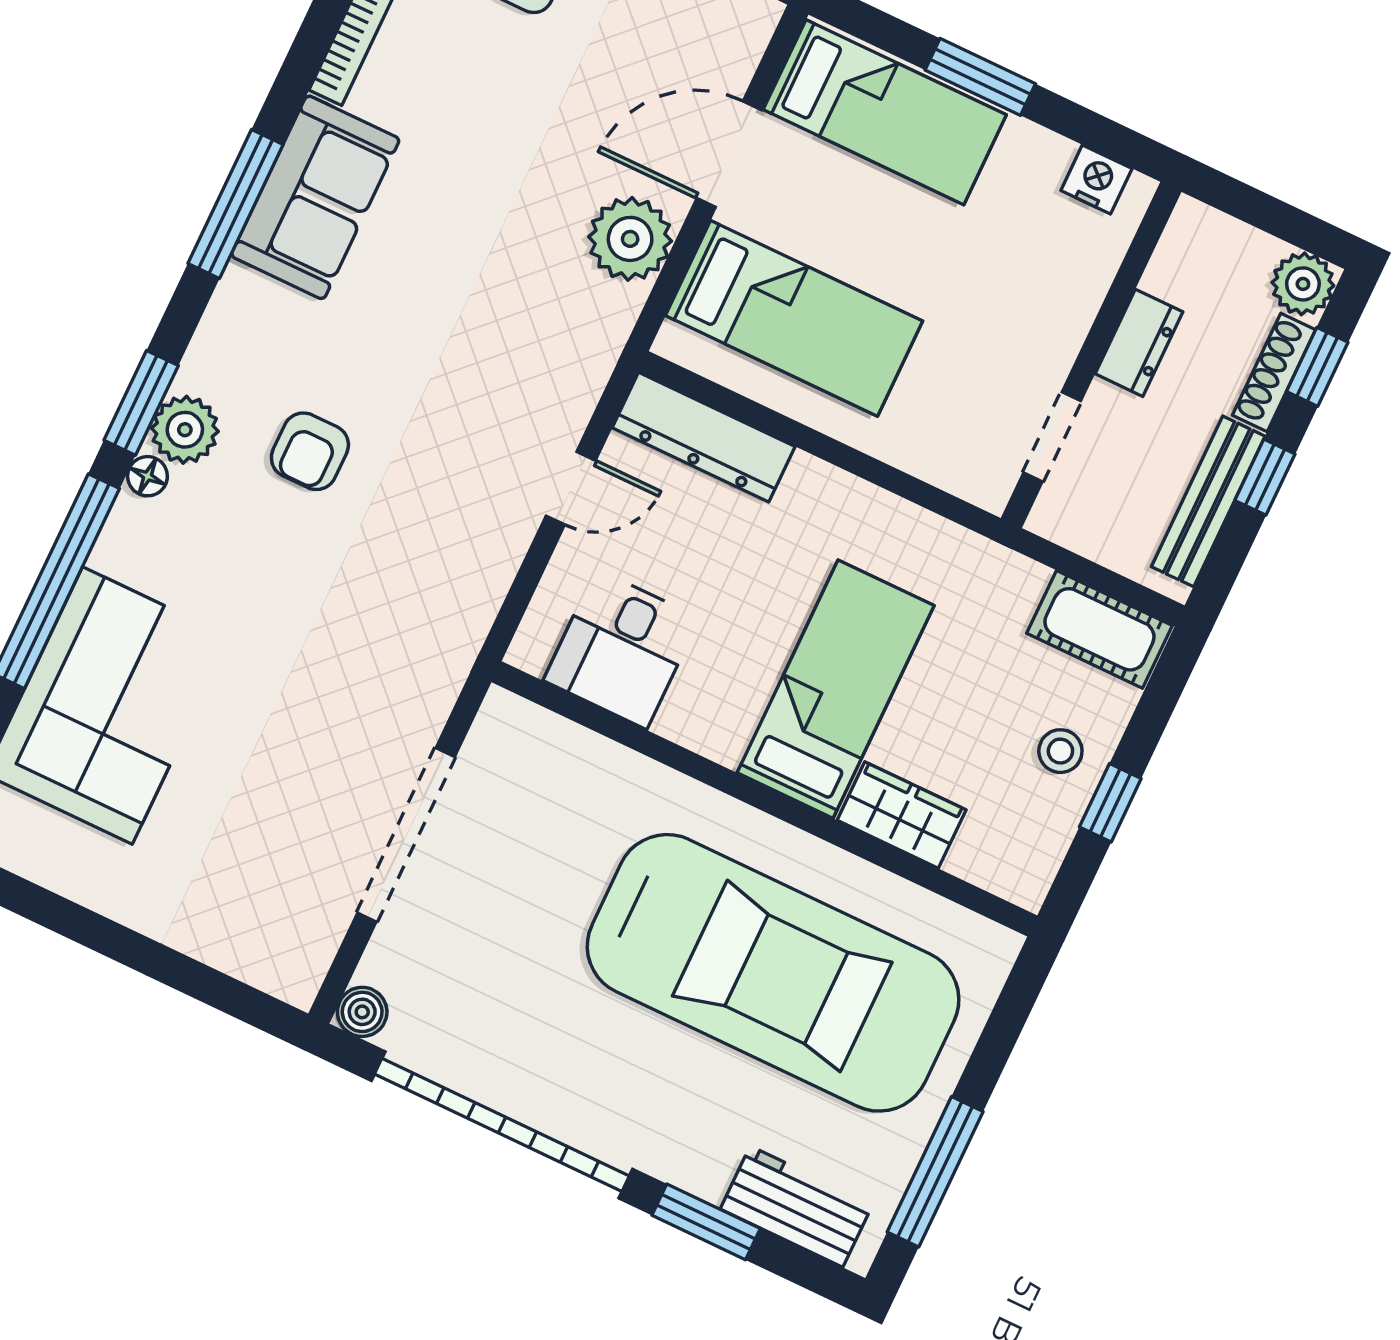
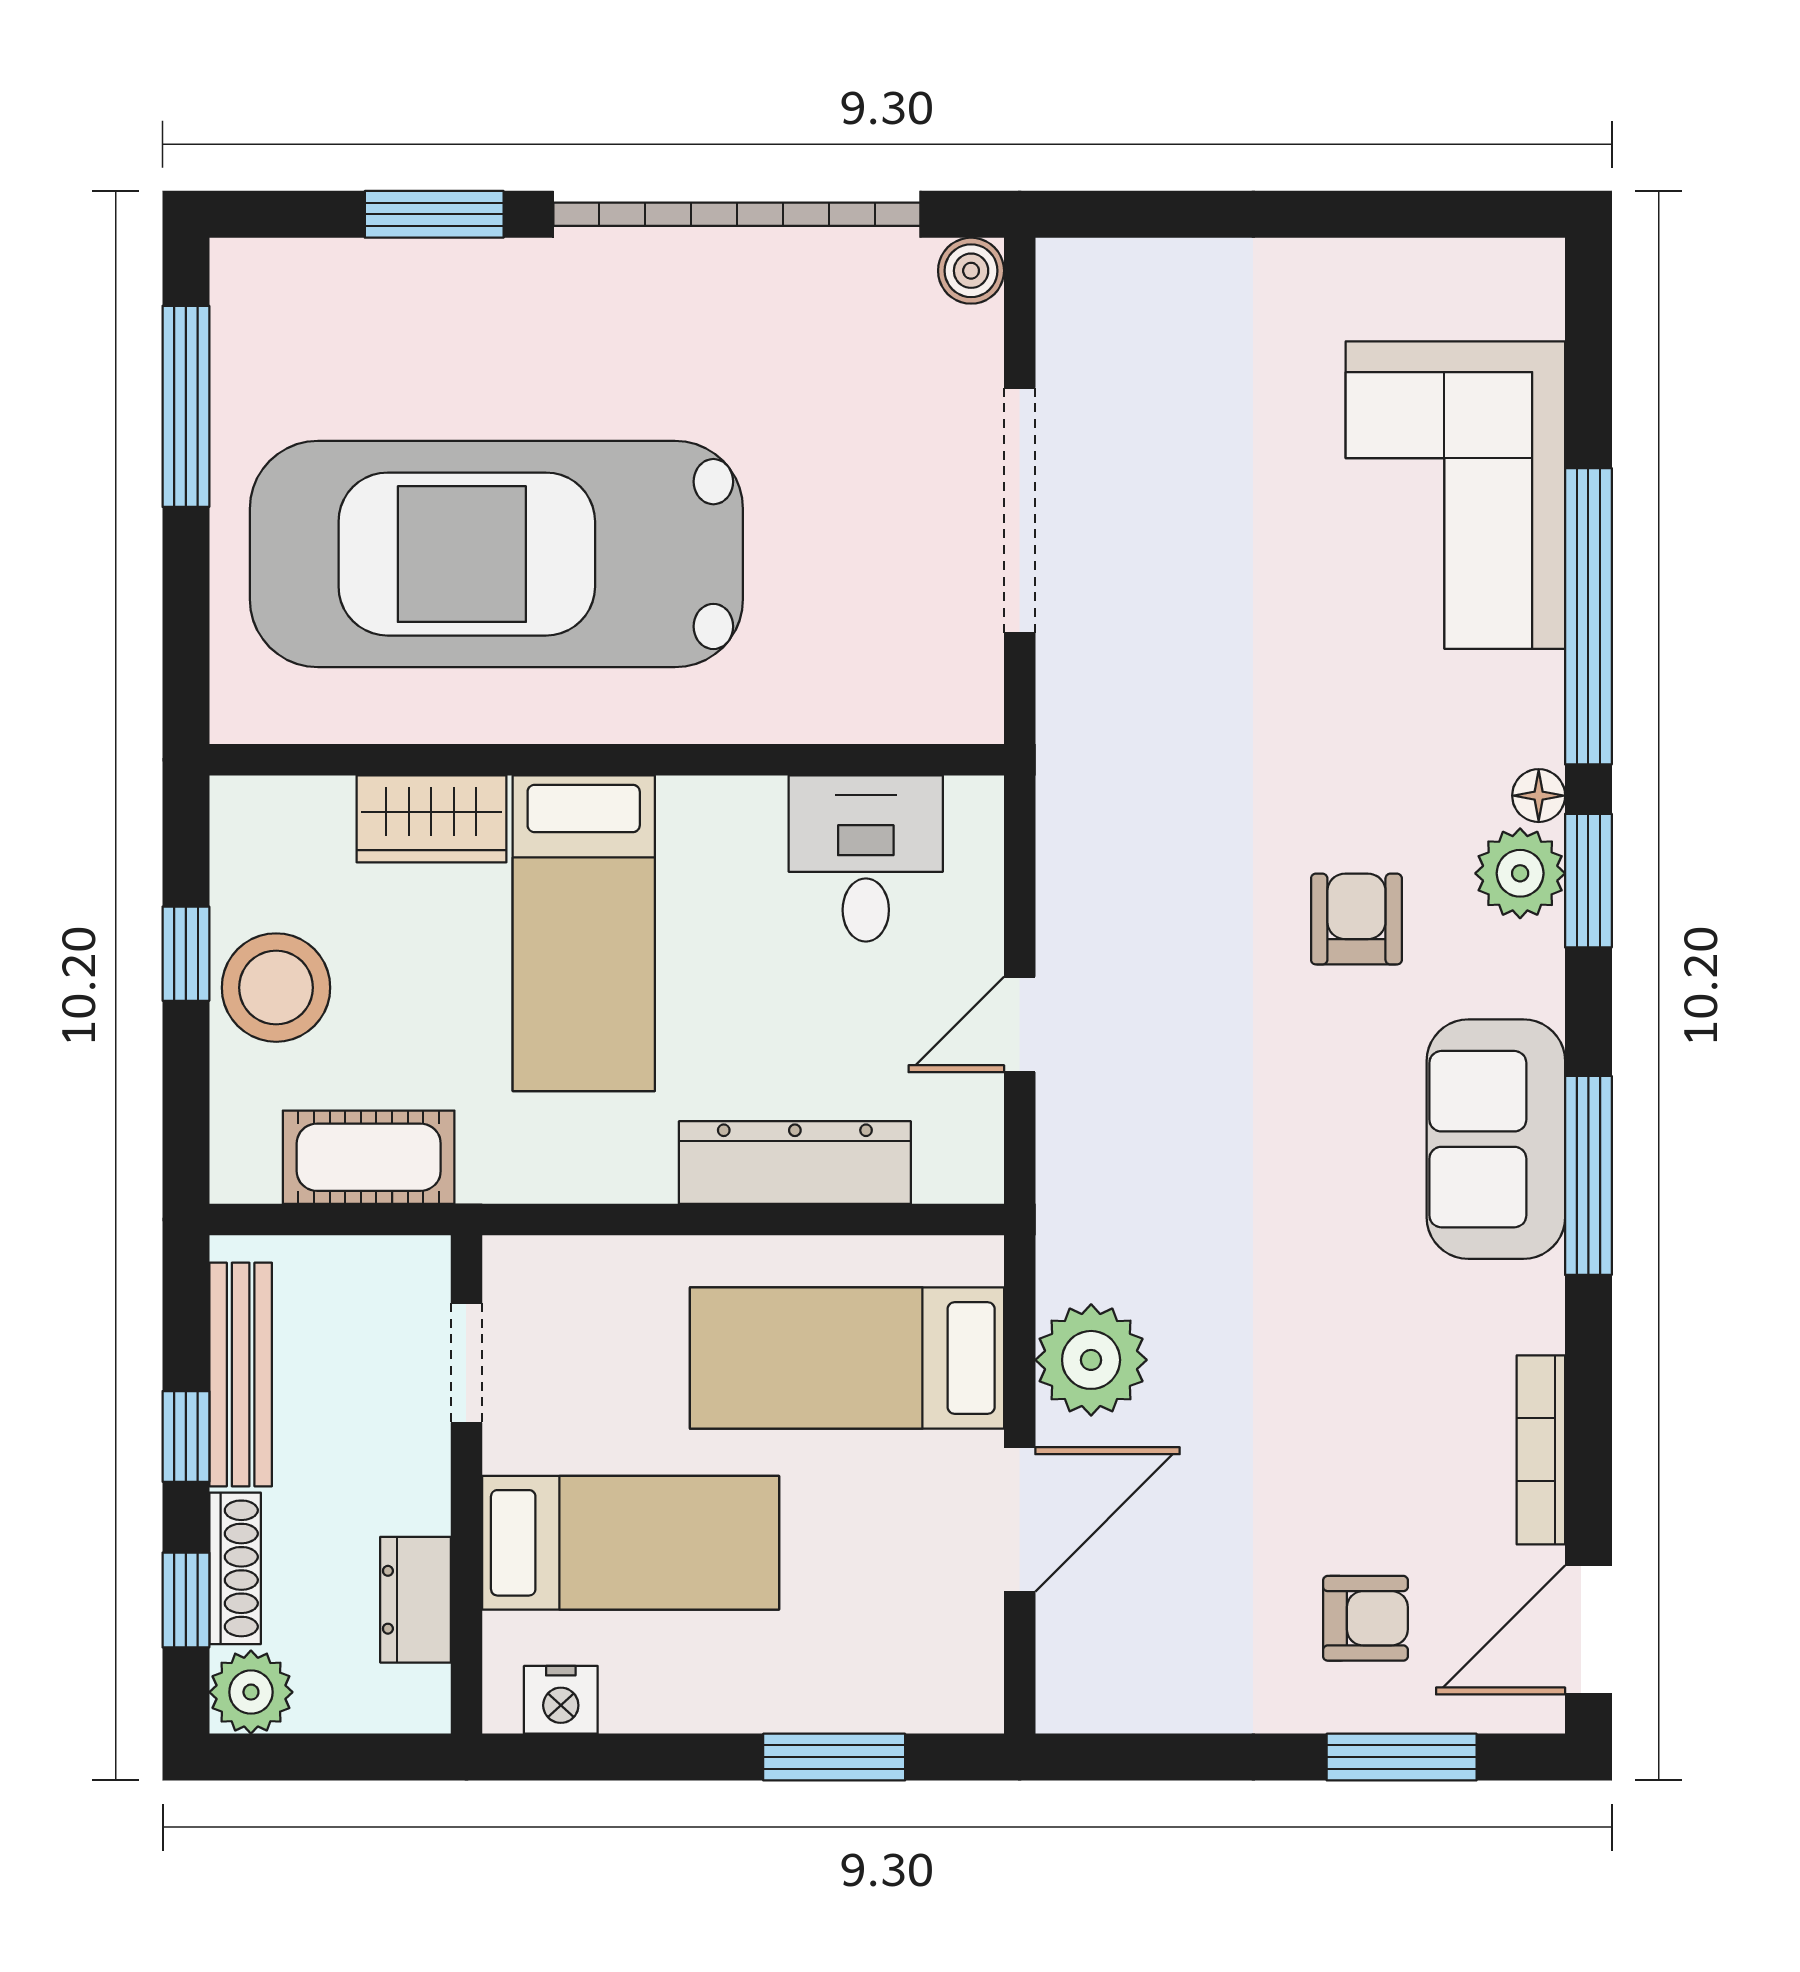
window: (980, 77) -> (834, 1757), moved
bed: (885, 112) -> (631, 1543), moved, turned 180
sofa: (315, 197) -> (1496, 1139), moved
dresser: (1139, 343) -> (415, 1600), moved
dresser: (704, 437) -> (795, 1163), moved
cot: (1099, 629) -> (369, 1157), moved
stool: (1060, 751) -> (276, 988), width x1.89, depth x1.89
workbench: (796, 1207) -> (334, 285), removed

